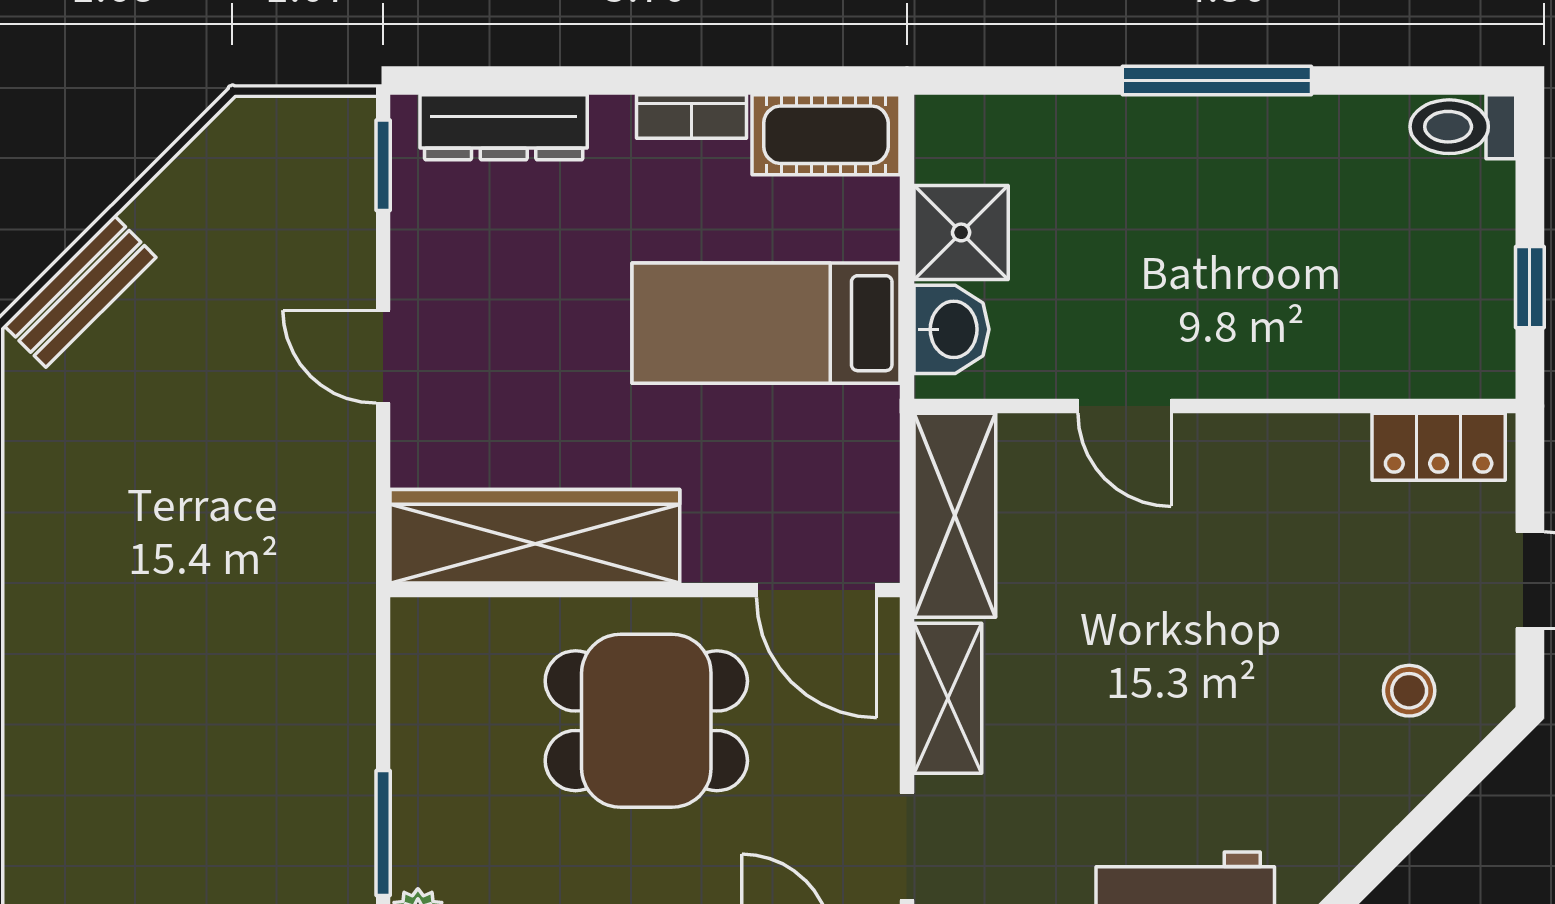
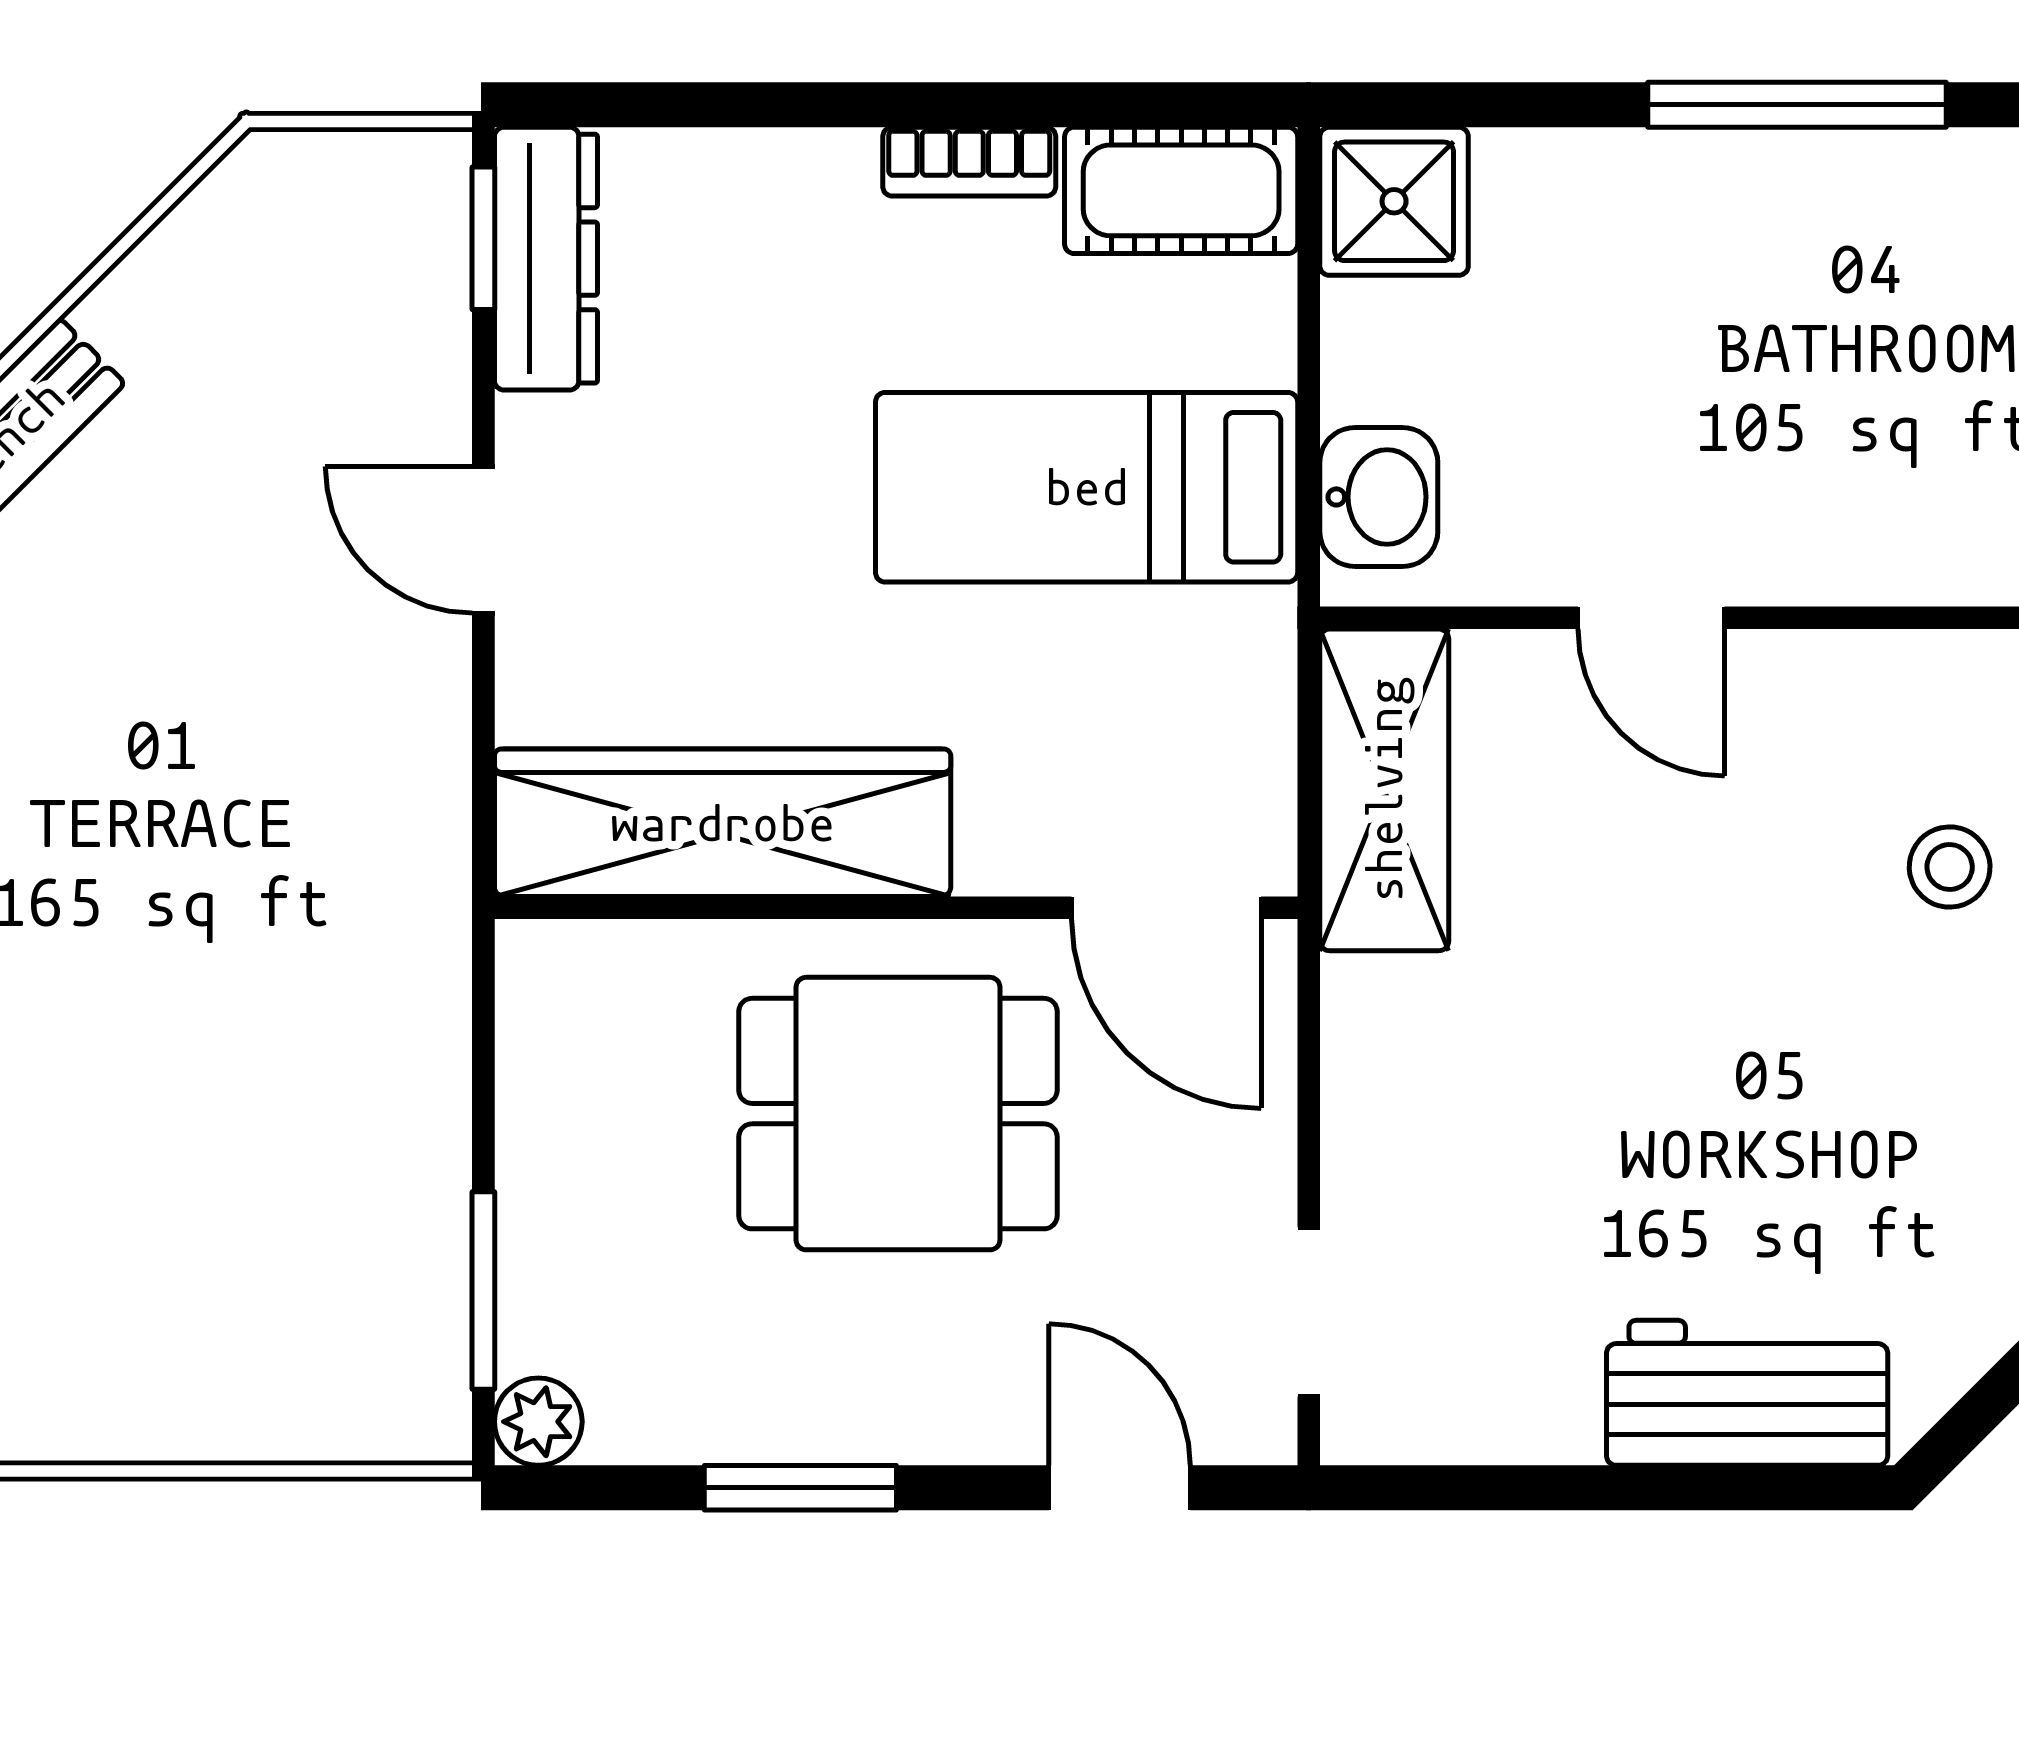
dresser: (504, 127) -> (546, 259), moved, turned -90
shower: (961, 232) -> (1394, 201), moved
stool: (1314, 564) -> (1950, 867), added
shelving: (948, 698) -> (1373, 1078), removed

